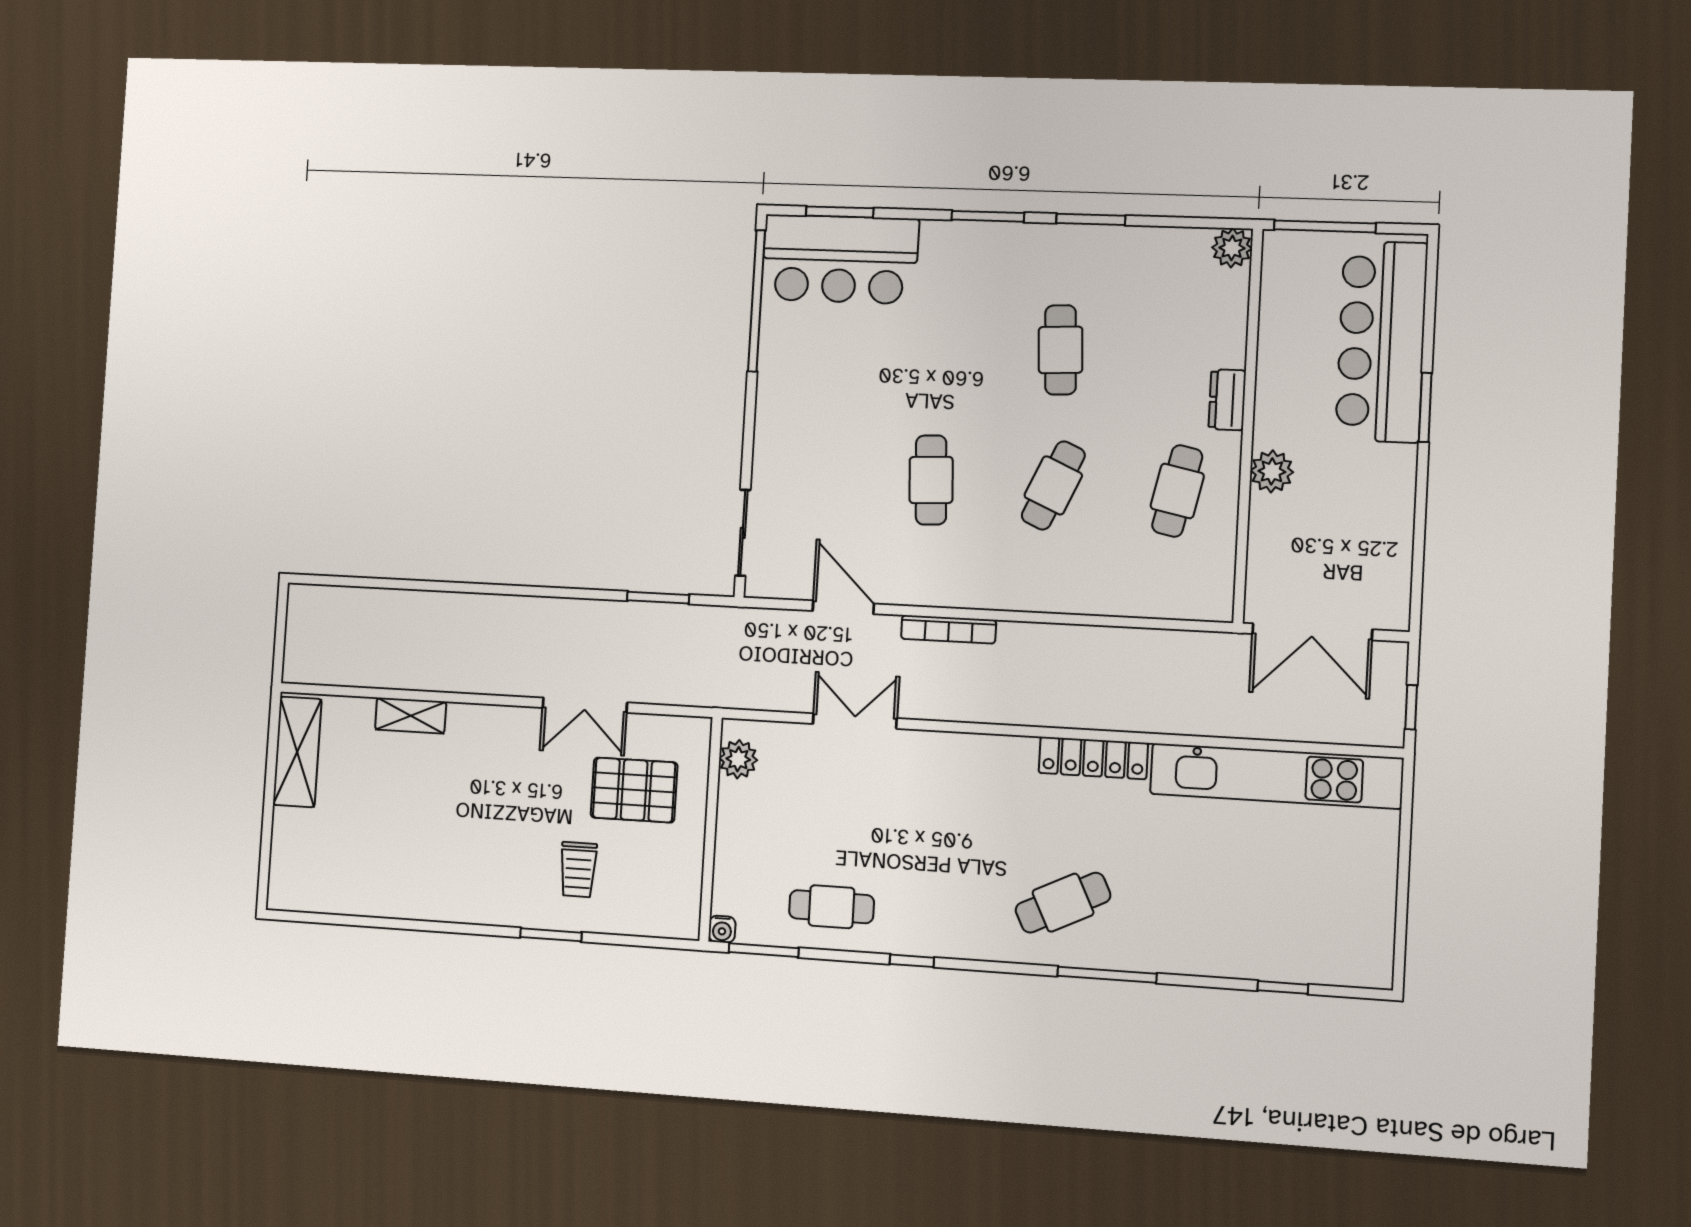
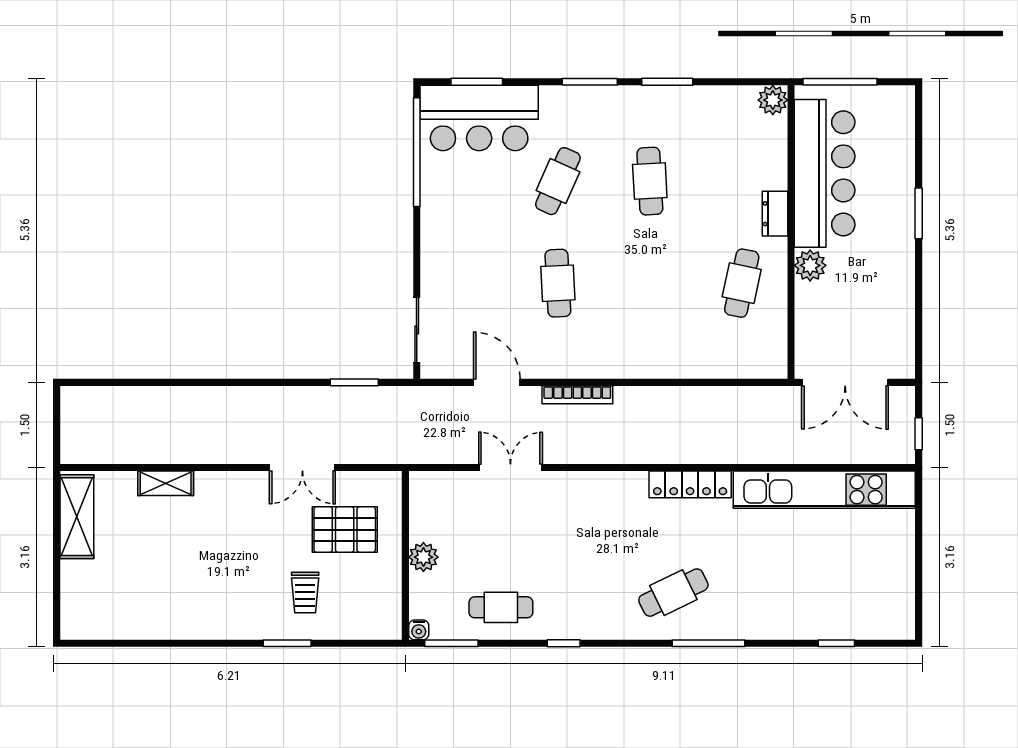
bar counter: (1381, 341) -> (825, 173), moved, turned 180
cafe table: (1053, 485) -> (558, 181), moved
plant: (738, 759) -> (423, 557), moved

